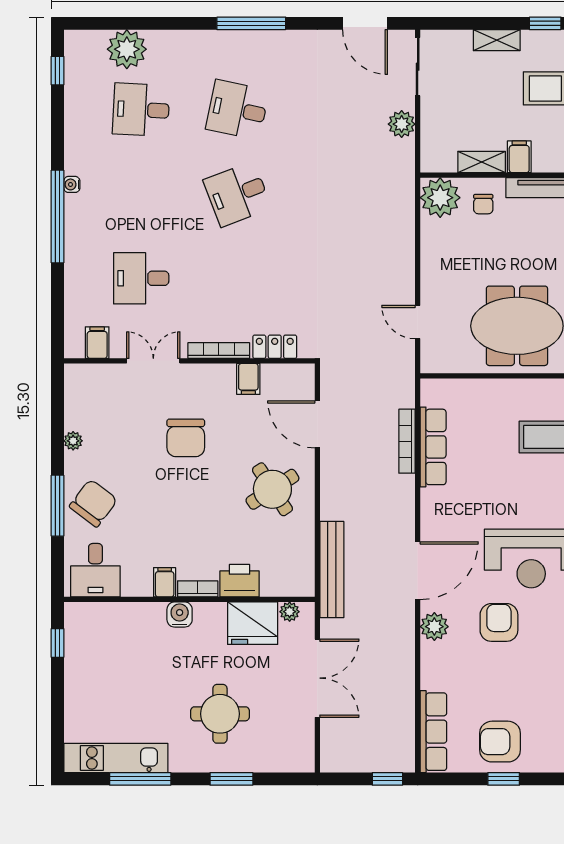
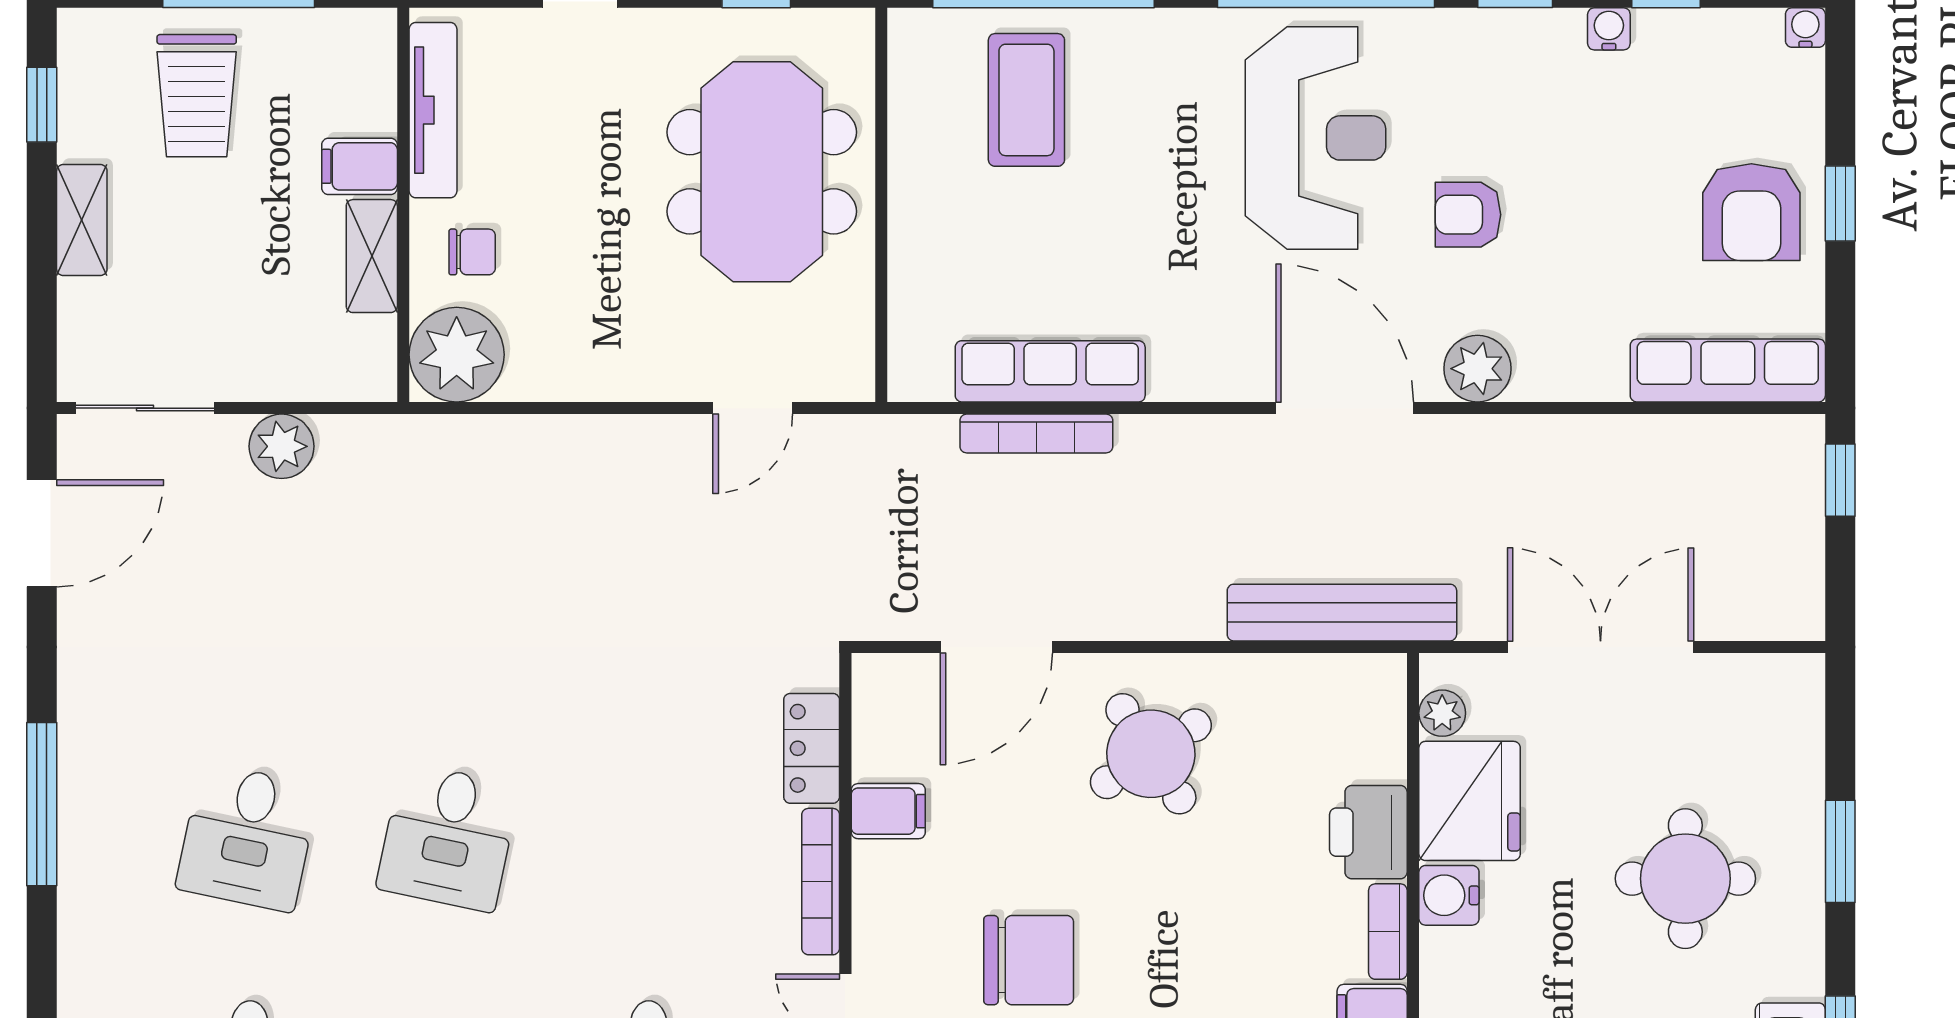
desk: (237, 194) -> (448, 837), turned 33
water cooler: (180, 614) -> (1449, 895), moved
armchair: (499, 622) -> (1468, 215), width x0.72, depth x0.72

